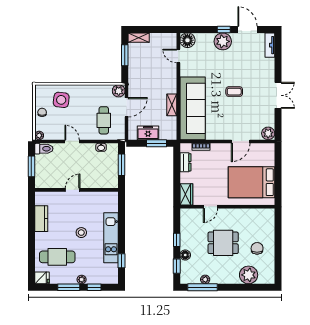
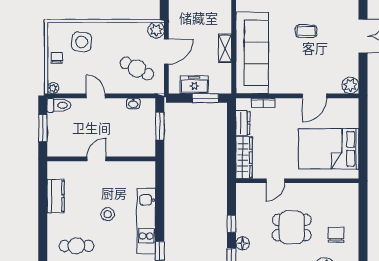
cafe table: (104, 120) -> (137, 68), turned -63
wardrobe: (186, 194) -> (244, 158), width x1.50
cafe table: (57, 257) -> (76, 246), width x0.73, depth x0.74

